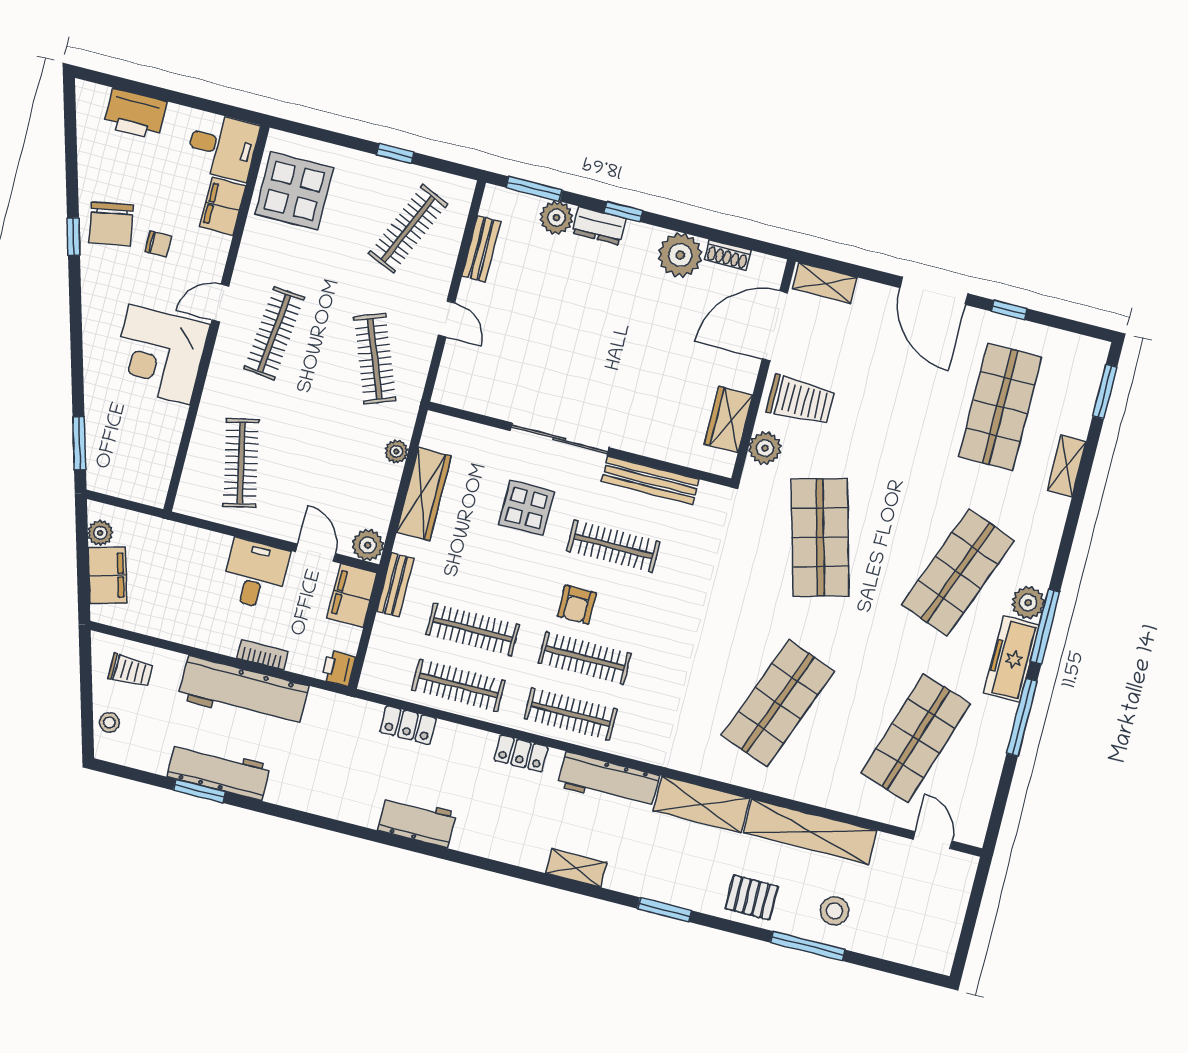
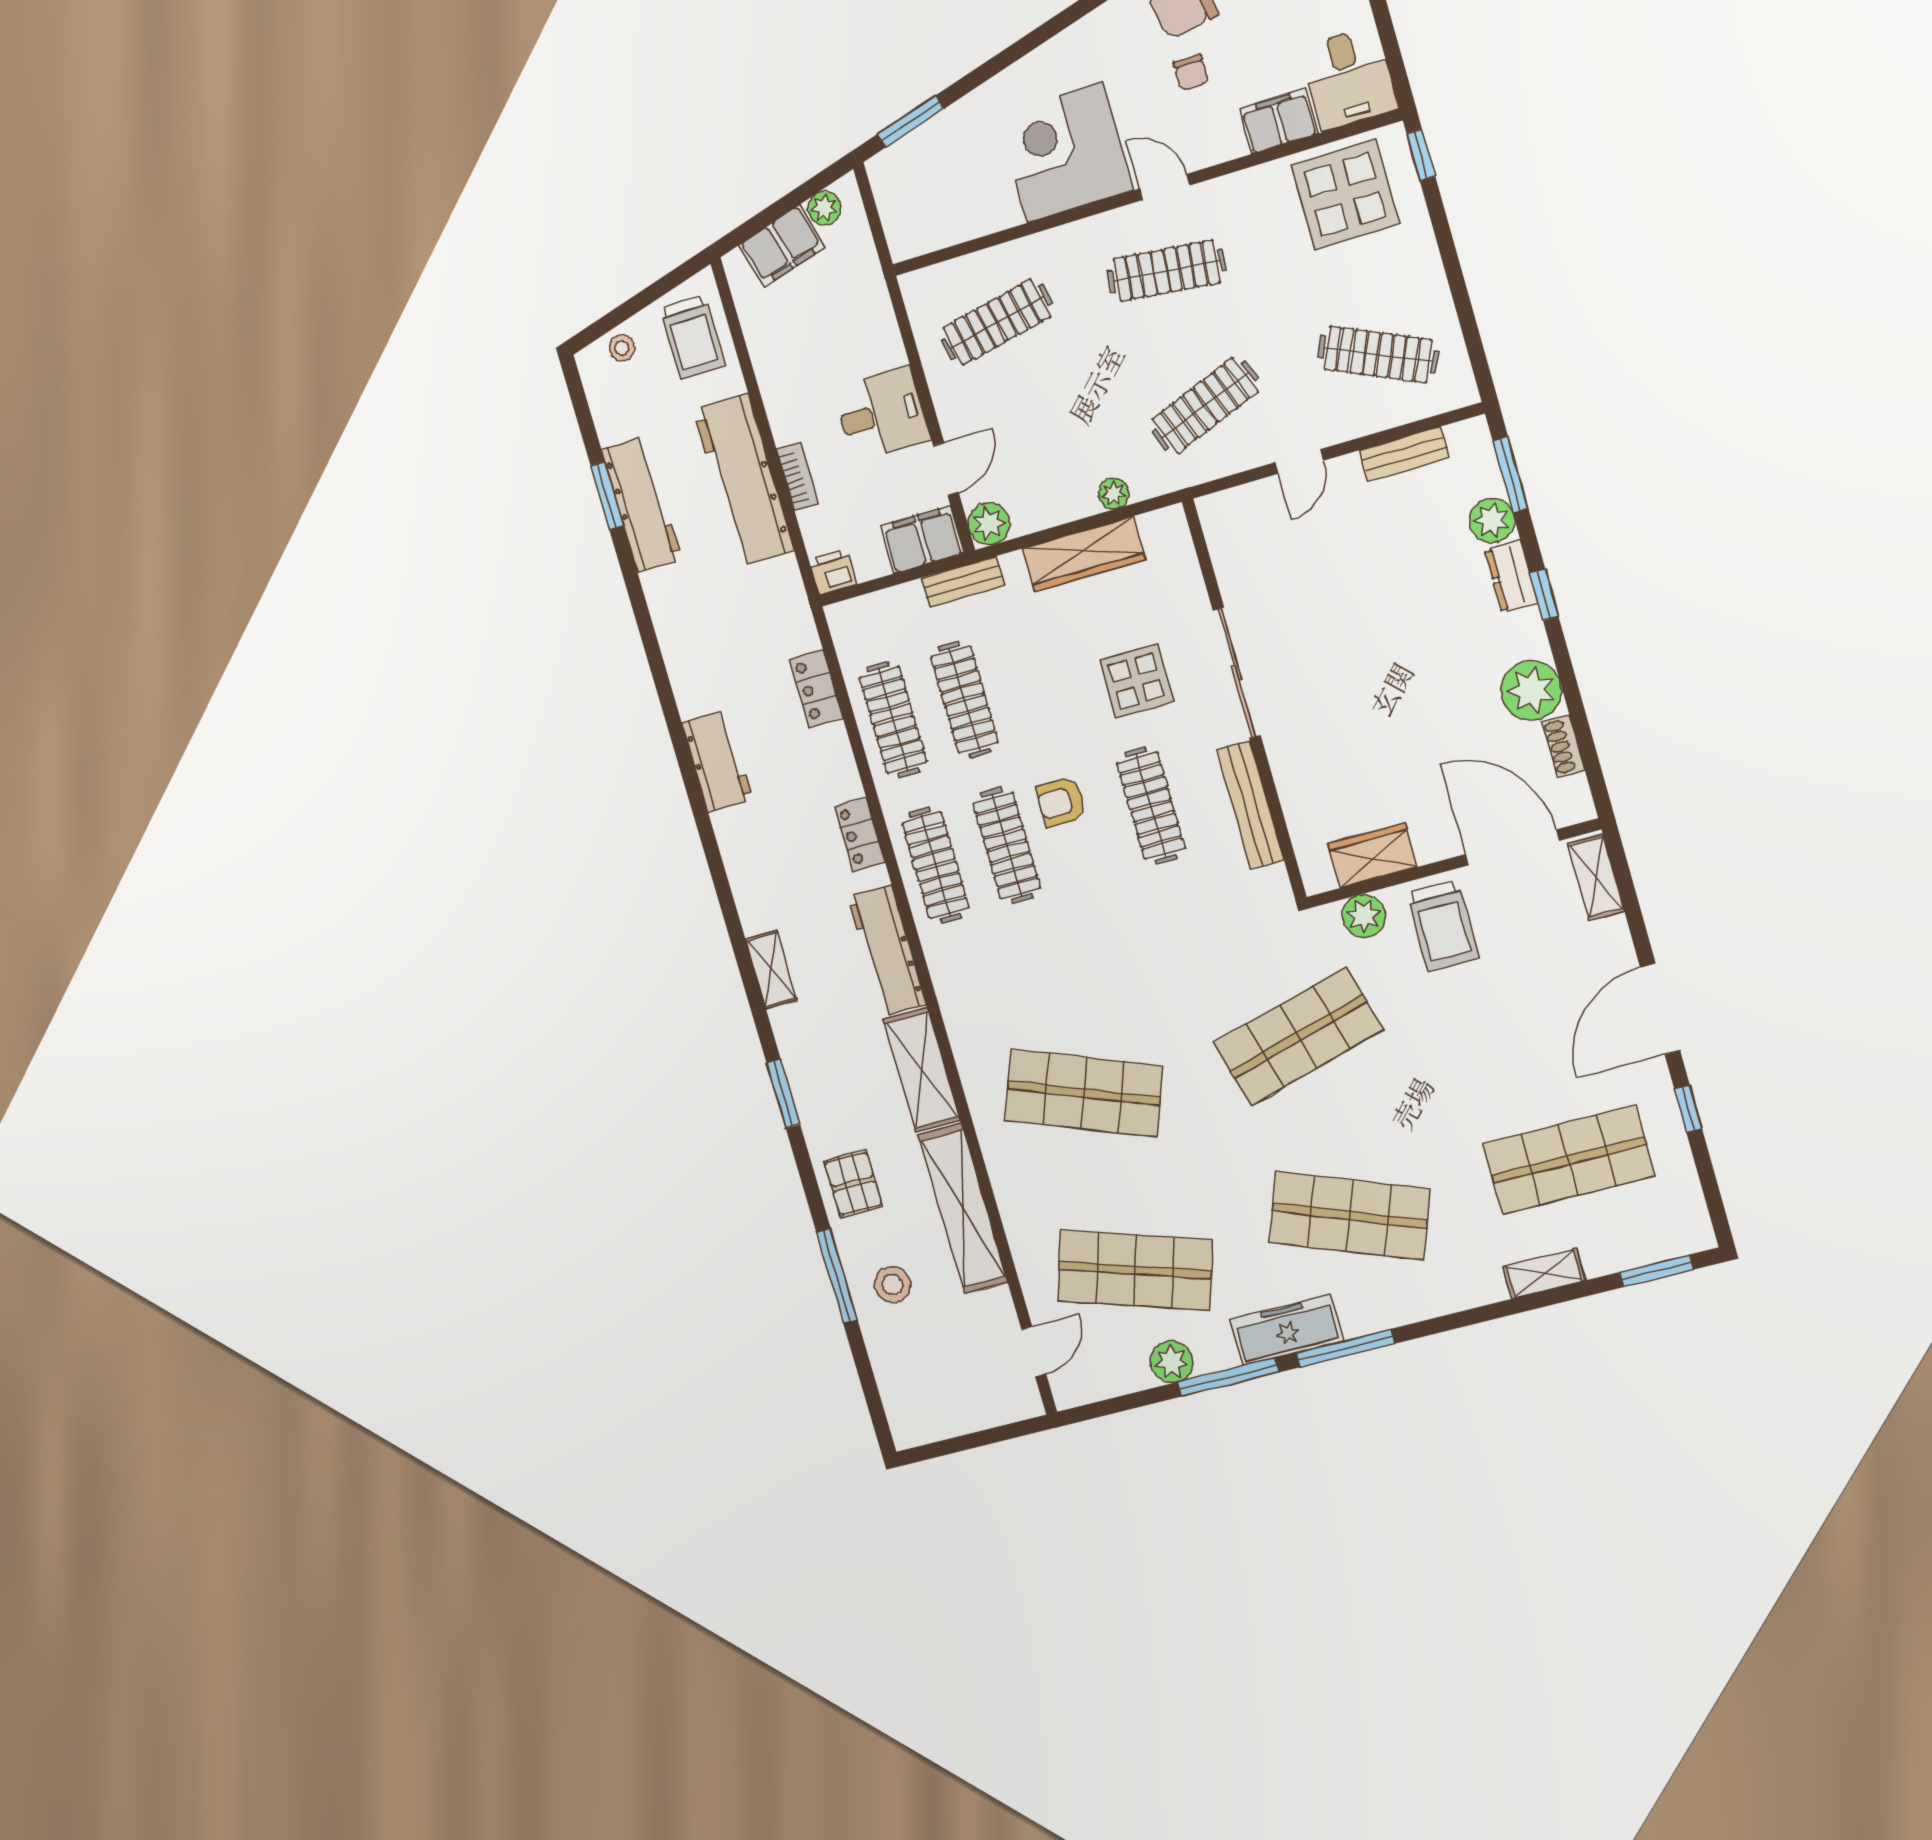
window: (395, 154) -> (1421, 155), moved
plant: (1028, 603) -> (1172, 1362), moved
trolley: (131, 671) -> (692, 337), width x1.36, depth x1.39

